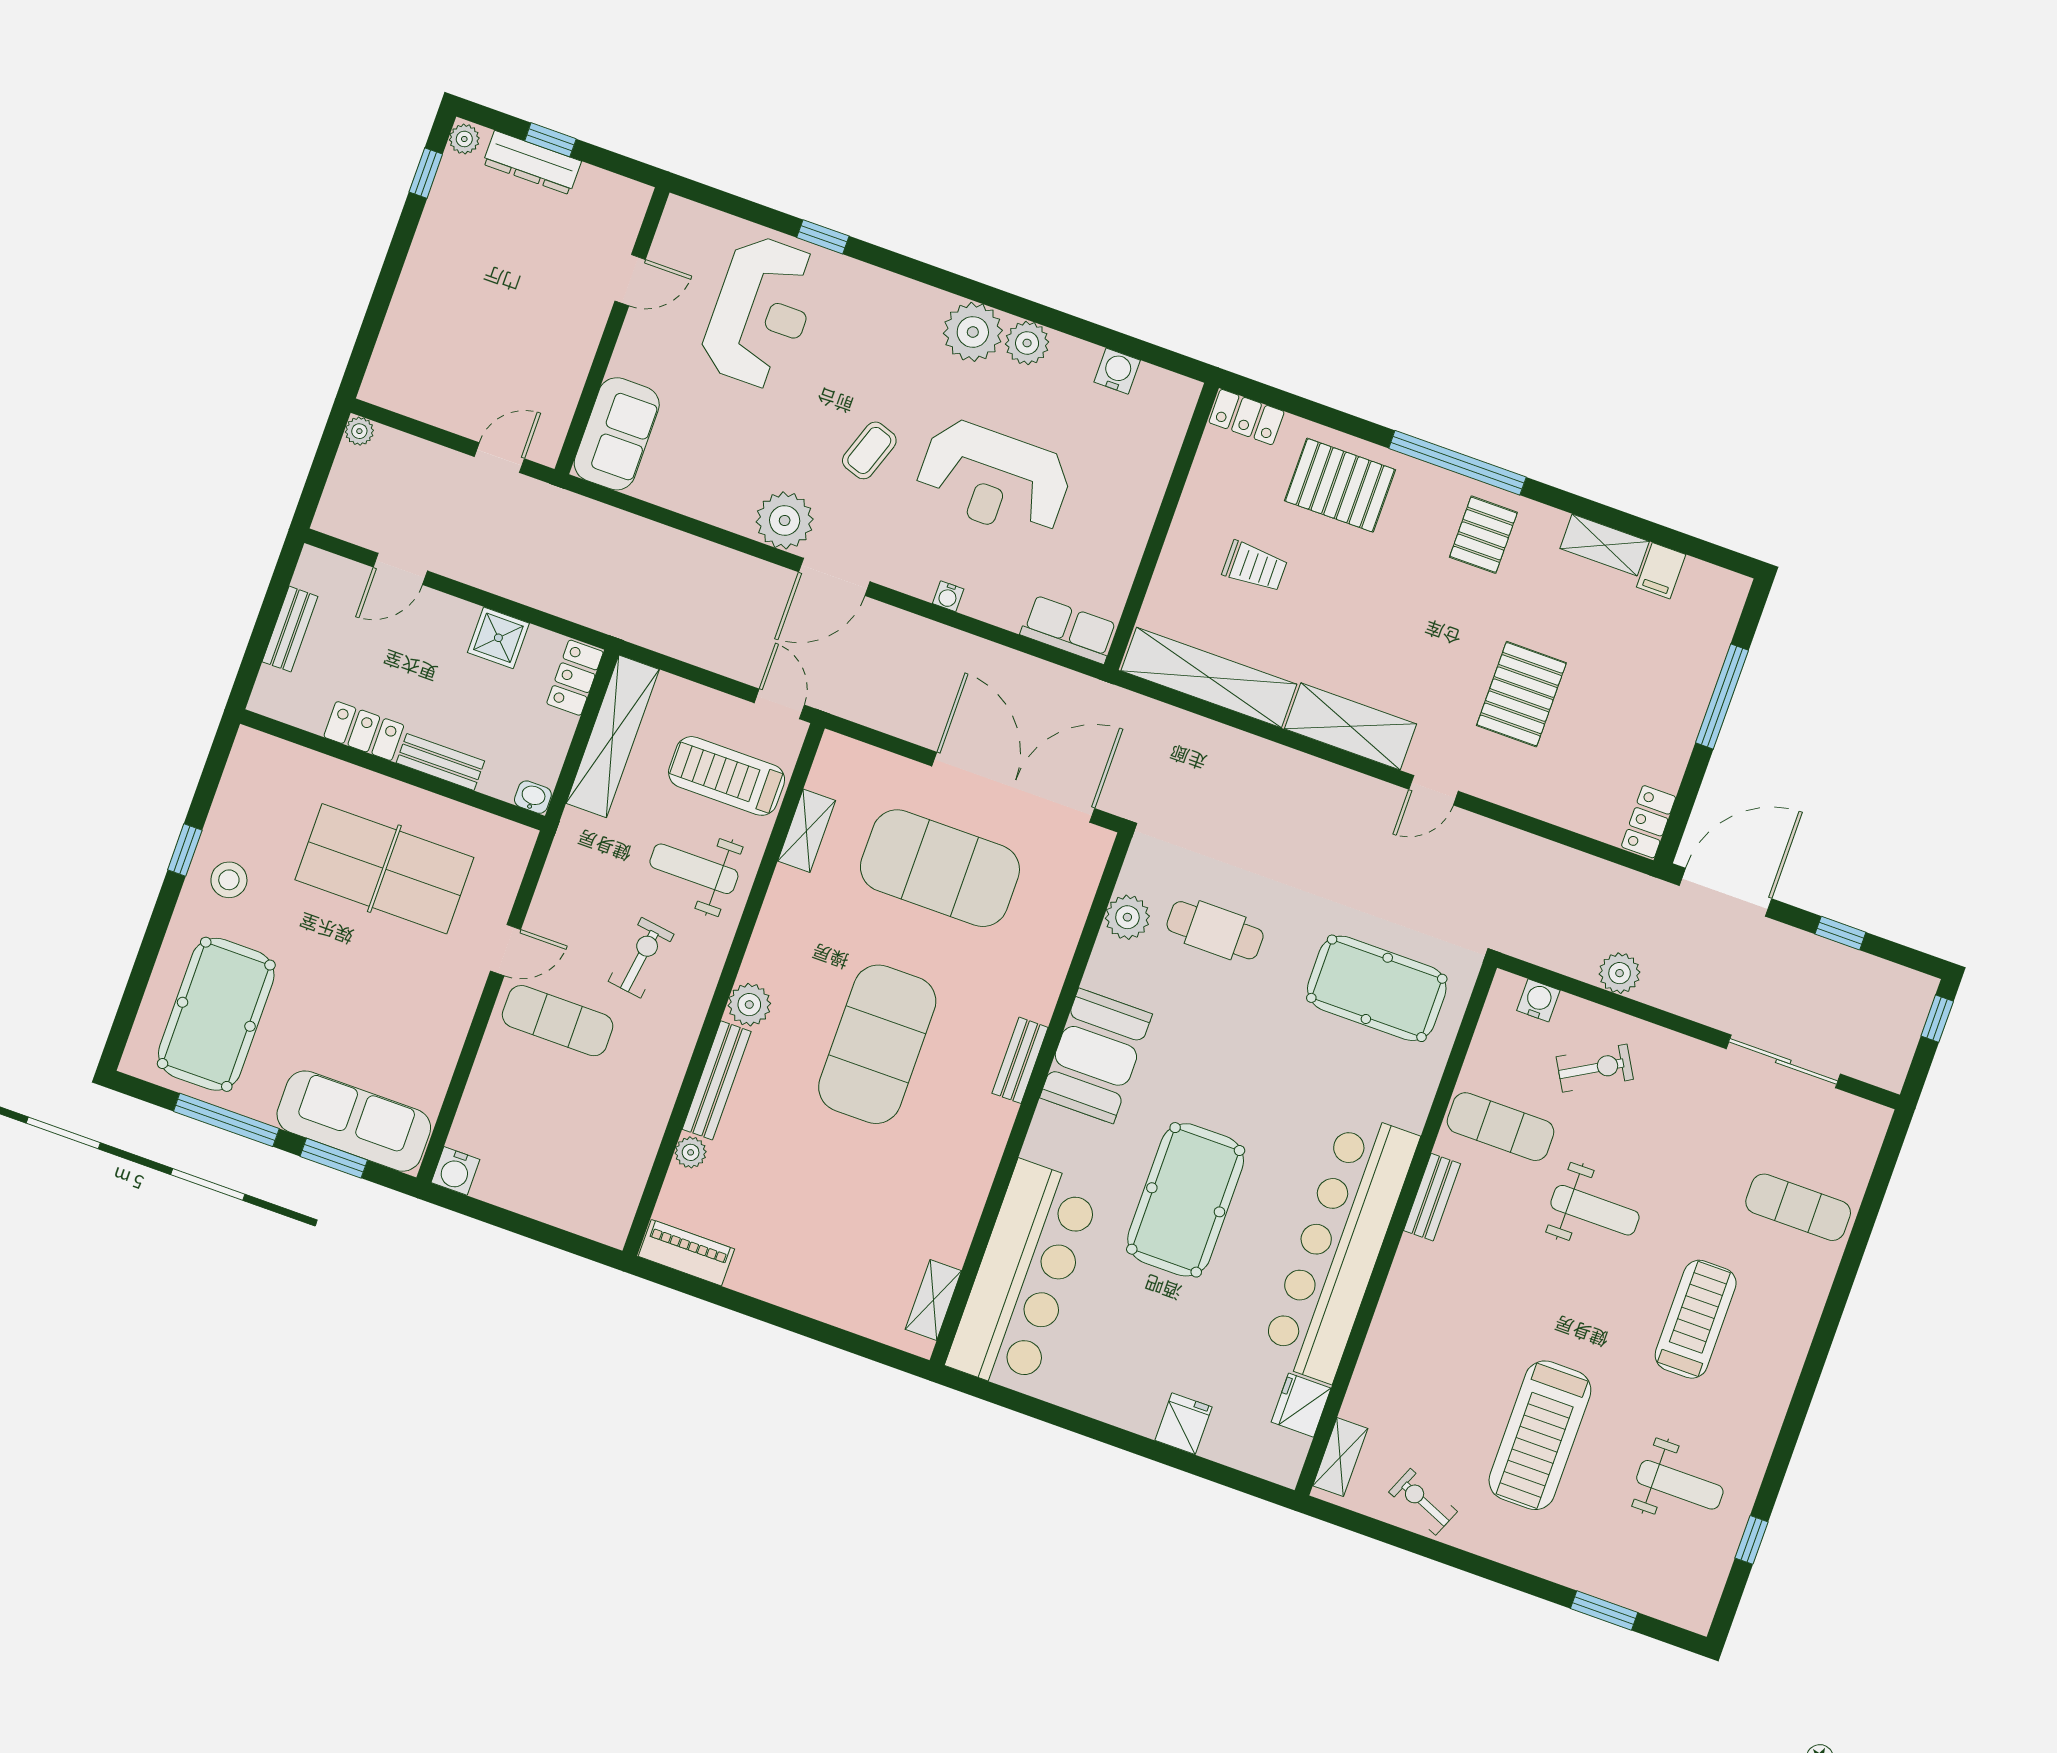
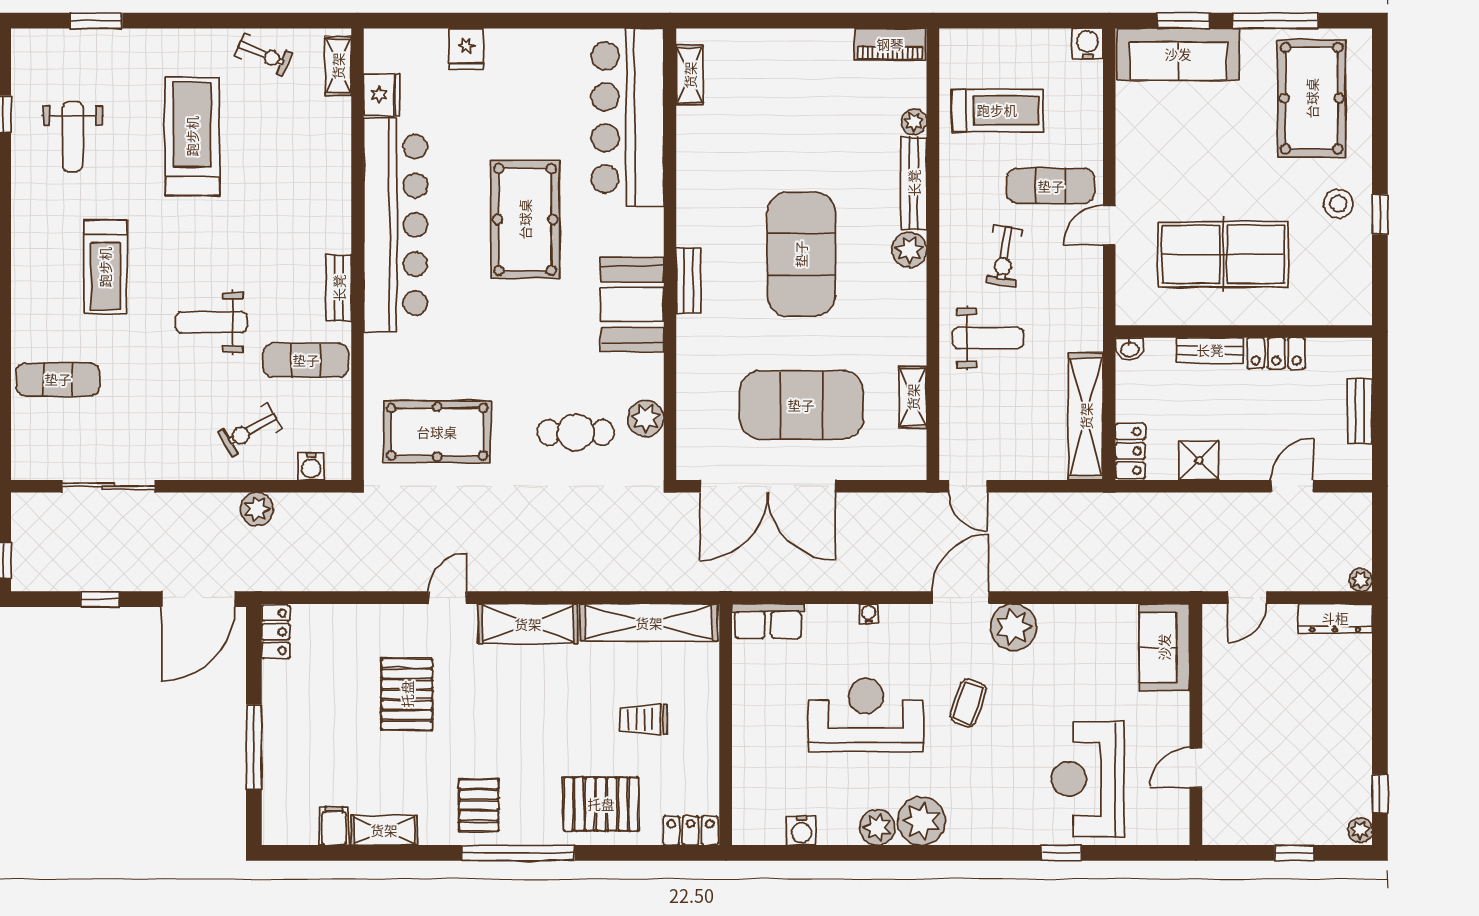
dresser: (532, 163) -> (1335, 618), moved, turned 180
treadmill: (727, 776) -> (997, 110), moved
weight bench: (1680, 1485) -> (73, 137), turned -90

